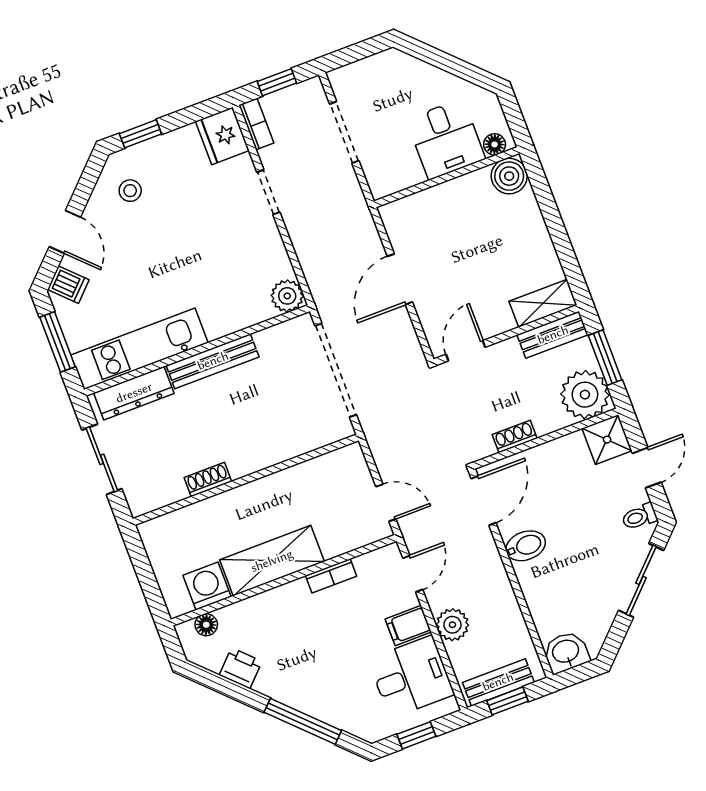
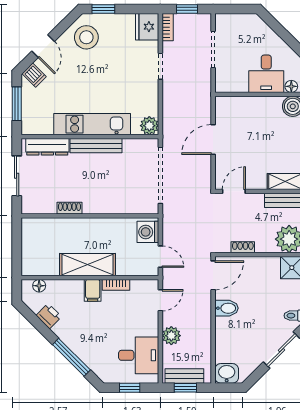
stool: (130, 191) -> (86, 37), width x1.89, depth x1.89
kitchen unit: (139, 349) -> (92, 124), moved
washing machine: (207, 586) -> (148, 232), moved, turned -90
filing cabinet: (408, 625) -> (93, 290), moved, turned -90

